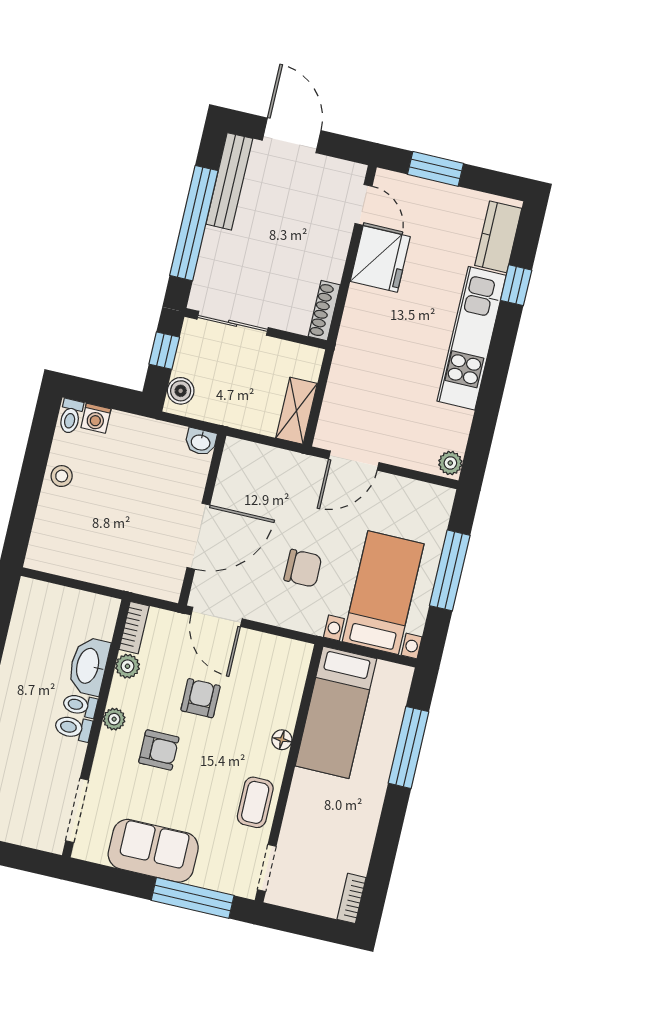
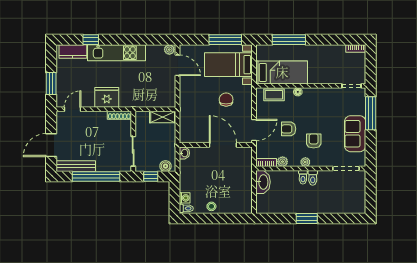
fridge: (380, 259) -> (107, 97), moved
door: (354, 461) -> (178, 65), moved
window: (450, 570) -> (225, 40), moved
washbasin: (89, 666) -> (263, 182), moved, turned -90
coffee table: (255, 802) -> (274, 95), moved

